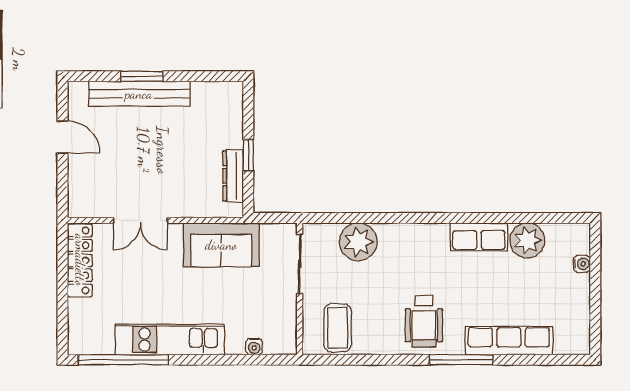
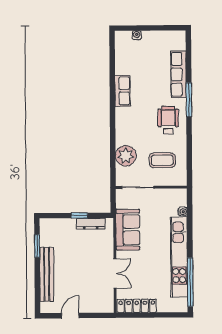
window: (142, 76) -> (37, 246), moved
plant: (527, 240) -> (124, 65), removed
wheelchair: (424, 321) -> (168, 120), turned -90
coffee table: (338, 328) -> (162, 160), moved
kitchen unit: (170, 339) -> (179, 257), width x1.36

